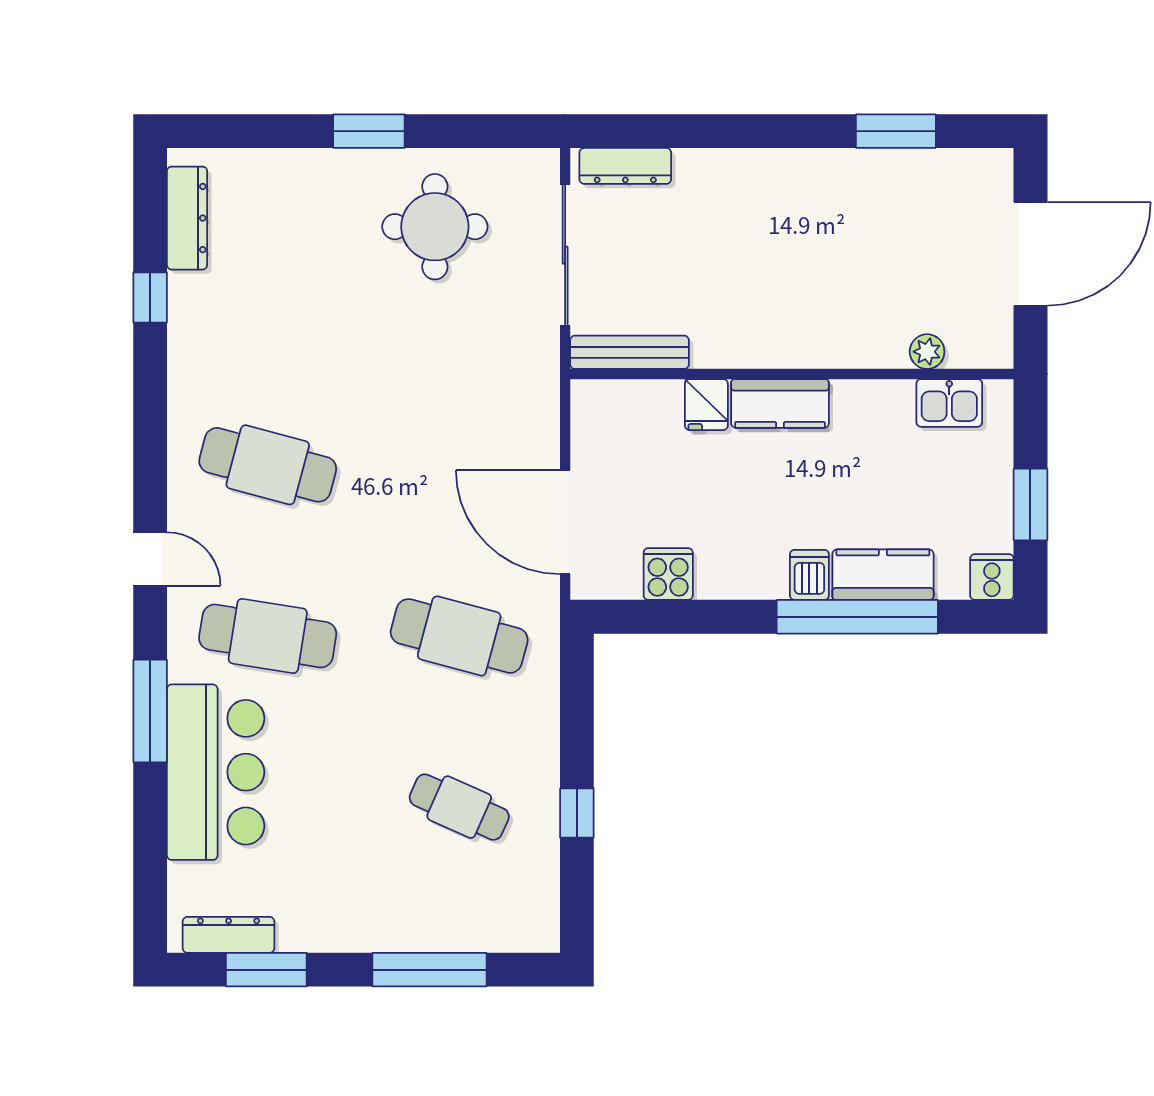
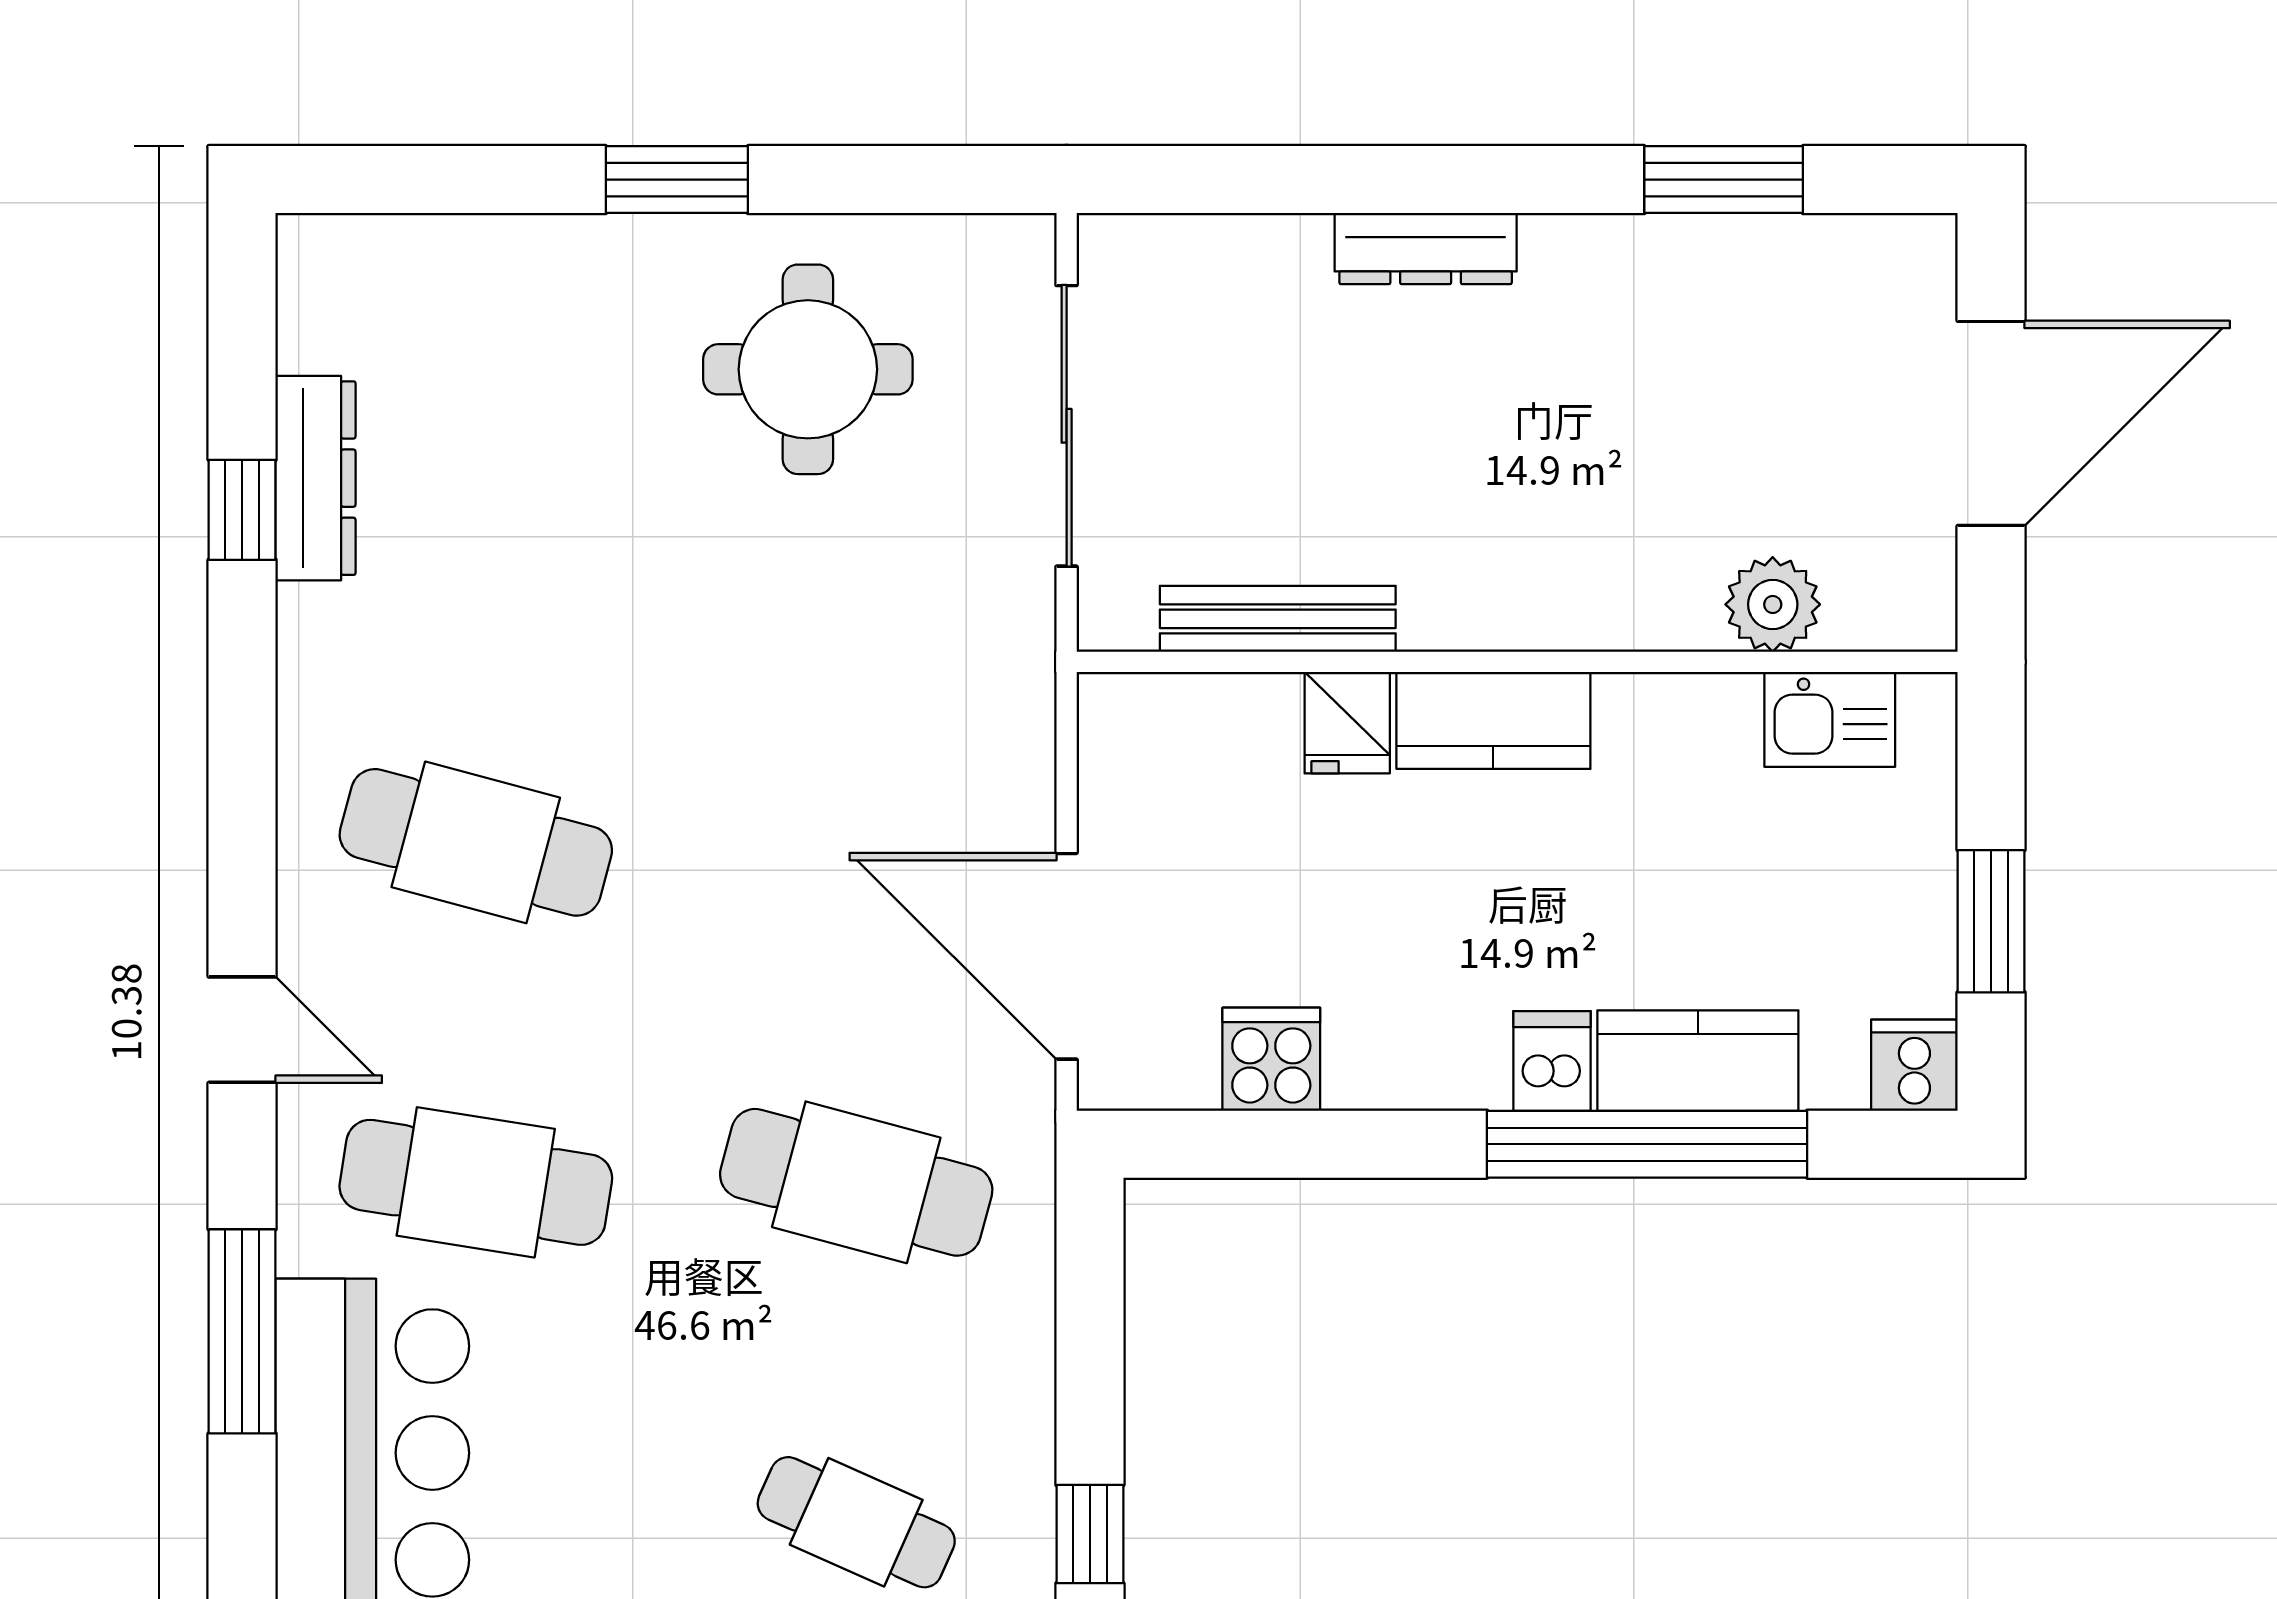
dresser: (625, 166) -> (1426, 249), moved
dresser: (187, 218) -> (316, 478), moved
bench: (630, 352) -> (1278, 619), moved
plant: (927, 352) -> (1773, 604), width x1.38, depth x1.38

